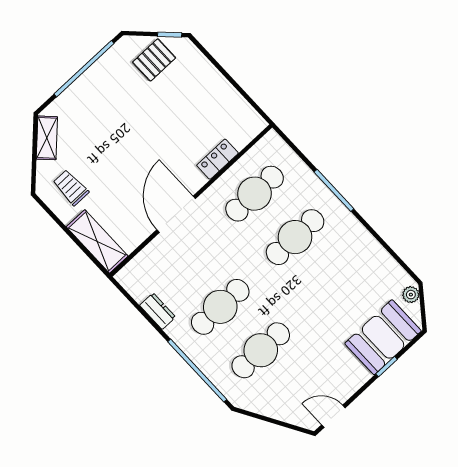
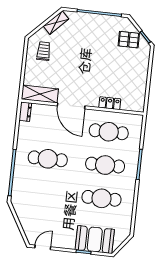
door: (176, 214) -> (71, 106), swing flipped
shelving: (97, 241) -> (40, 94), moved, turned 90
plant: (411, 295) -> (123, 236), removed
dresser: (158, 311) -> (25, 112), moved
cafe table: (261, 350) -> (101, 198), moved
door: (333, 416) -> (43, 247), hinge flipped

